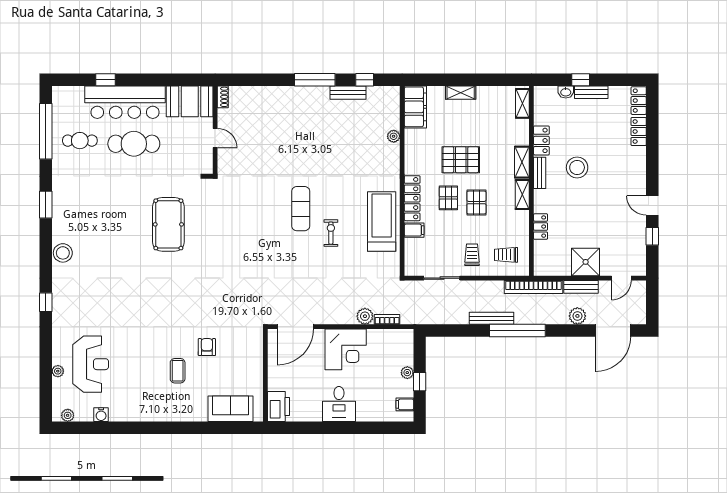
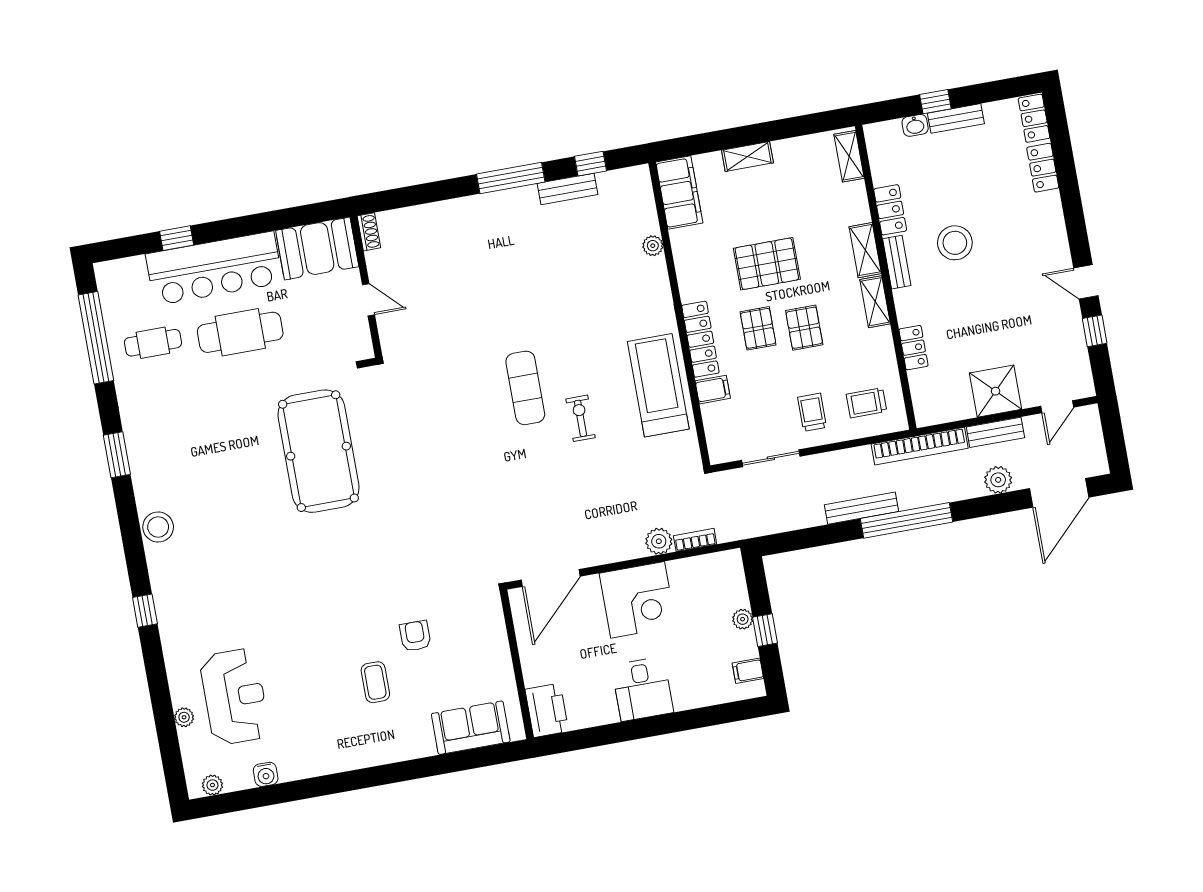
pool table: (168, 224) -> (318, 451), width x1.36, depth x1.32

